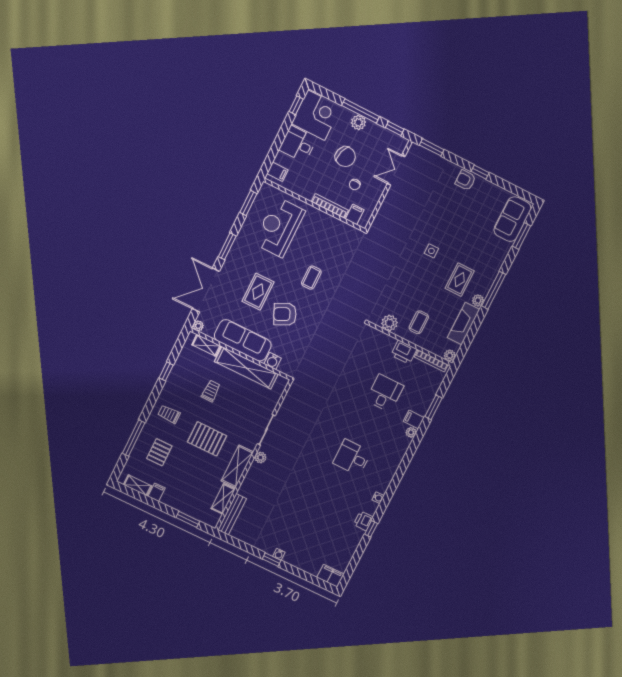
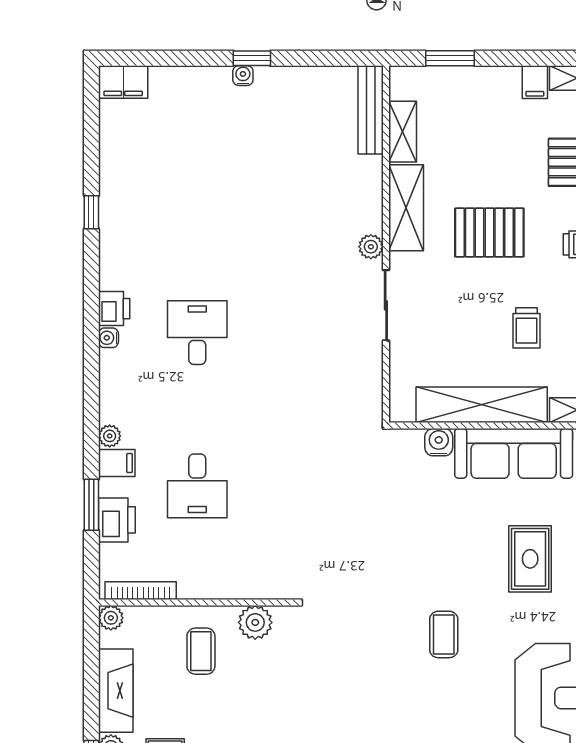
armchair: (285, 314) -> (459, 542), removed
printer: (404, 352) -> (117, 520), moved, turned 90
desk: (352, 457) -> (197, 333), turned -90
water cooler: (378, 498) -> (108, 338), moved
printer: (363, 521) -> (114, 309), moved

